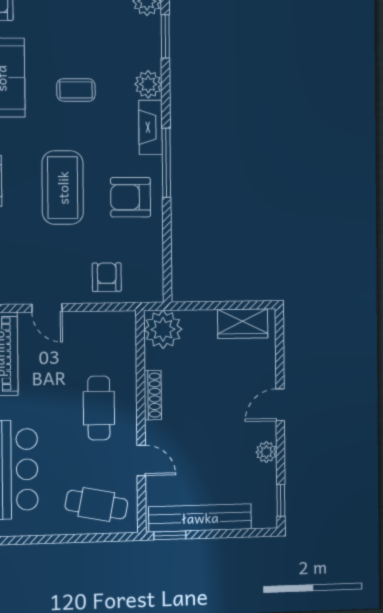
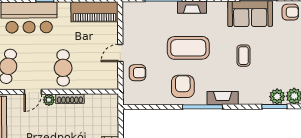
plant: (148, 84) -> (277, 97), moved
door: (47, 308) -> (120, 53), moved
plant: (163, 329) -> (49, 100), moved, width x0.53, depth x0.53
cafe table: (99, 408) -> (63, 68), turned 90

